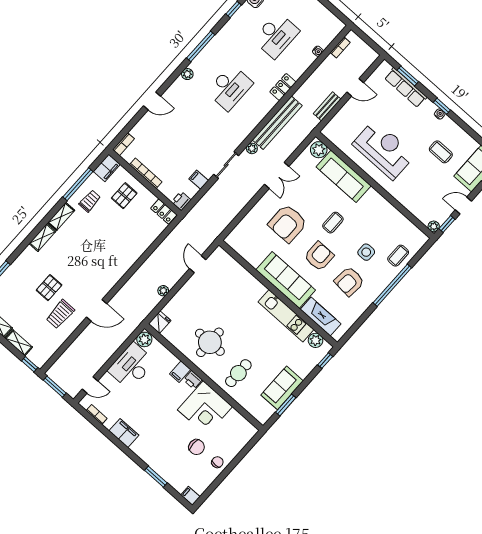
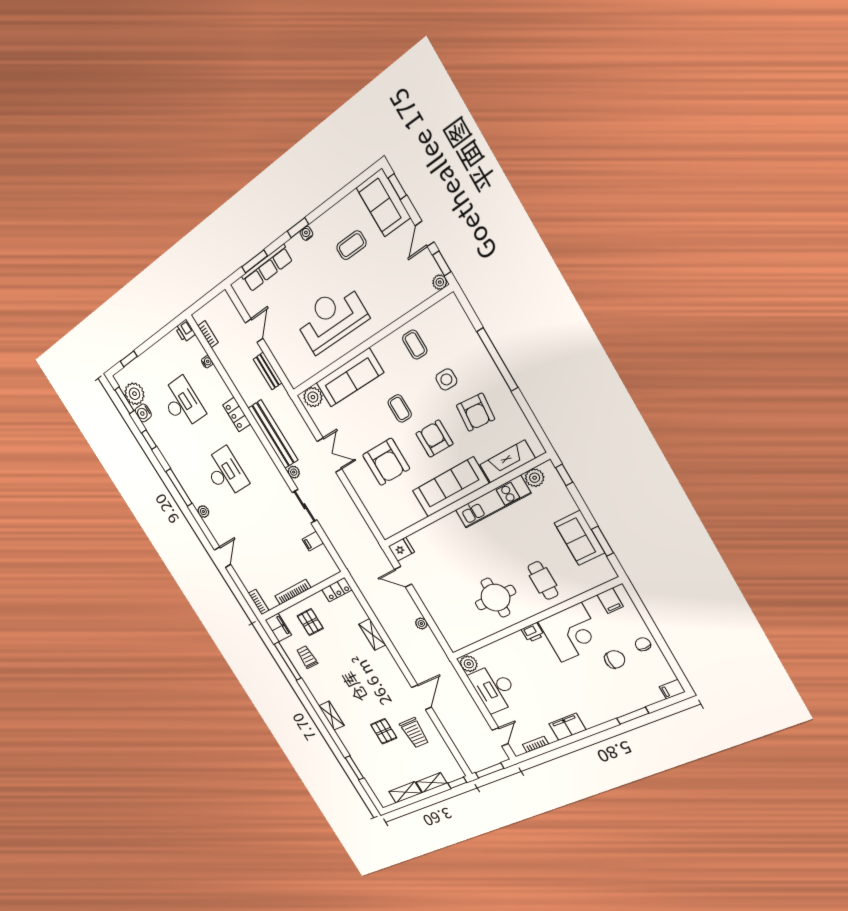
printer: (181, 201) -> (185, 331), moved
shelving: (61, 216) -> (372, 634), moved
coffee table: (398, 256) -> (415, 345), moved
fridge: (160, 322) -> (401, 549), moved, turned 90
filing cabinet: (180, 372) -> (610, 601), moved

